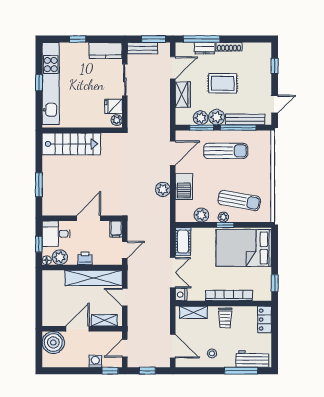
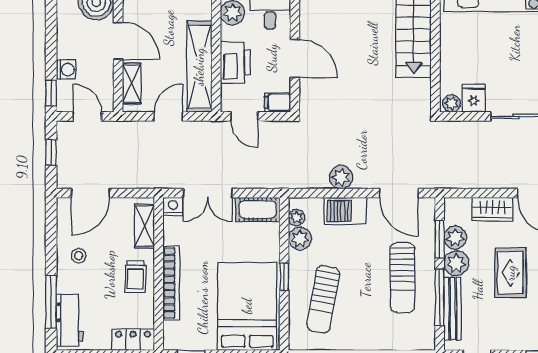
plant: (223, 217) -> (297, 217), moved
printer: (85, 258) -> (235, 63), width x1.87, depth x1.48
trolley: (225, 318) -> (135, 277), turned -90

